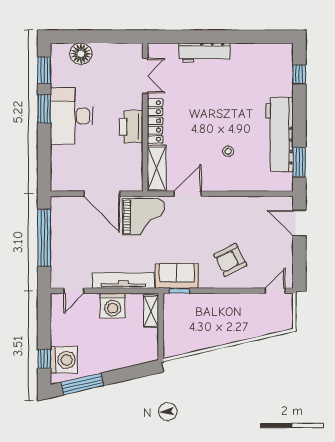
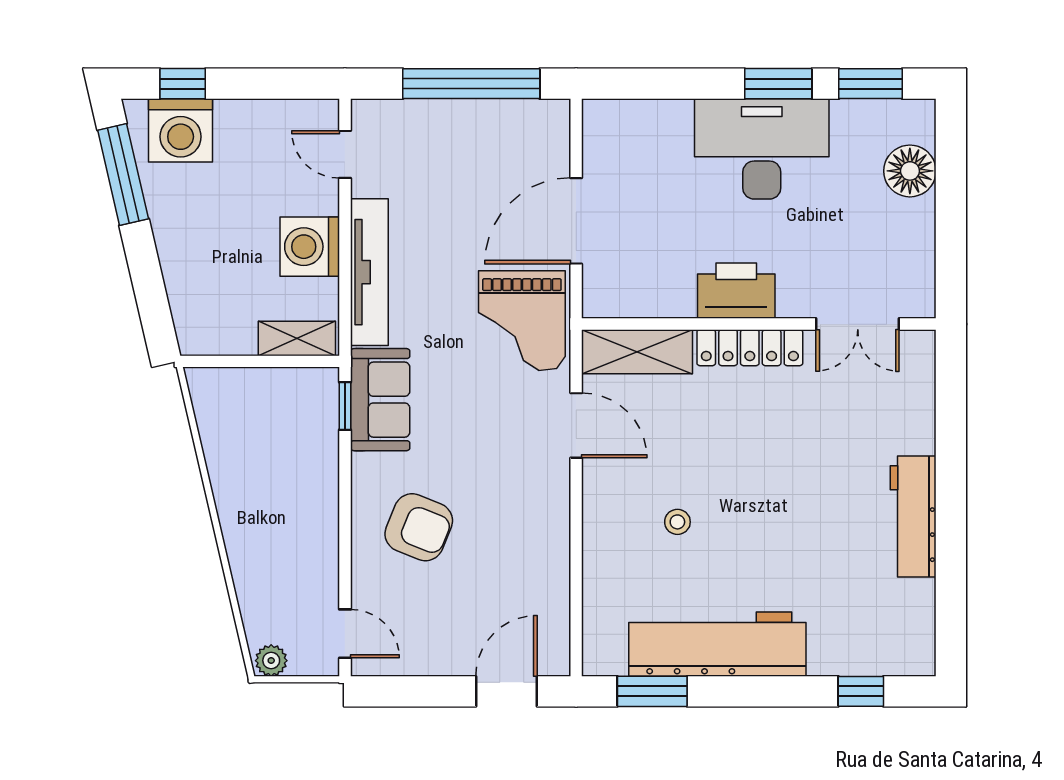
workbench: (205, 52) -> (913, 516), moved
armchair: (230, 260) -> (419, 527), turned 139
plant: (286, 322) -> (271, 661), added

